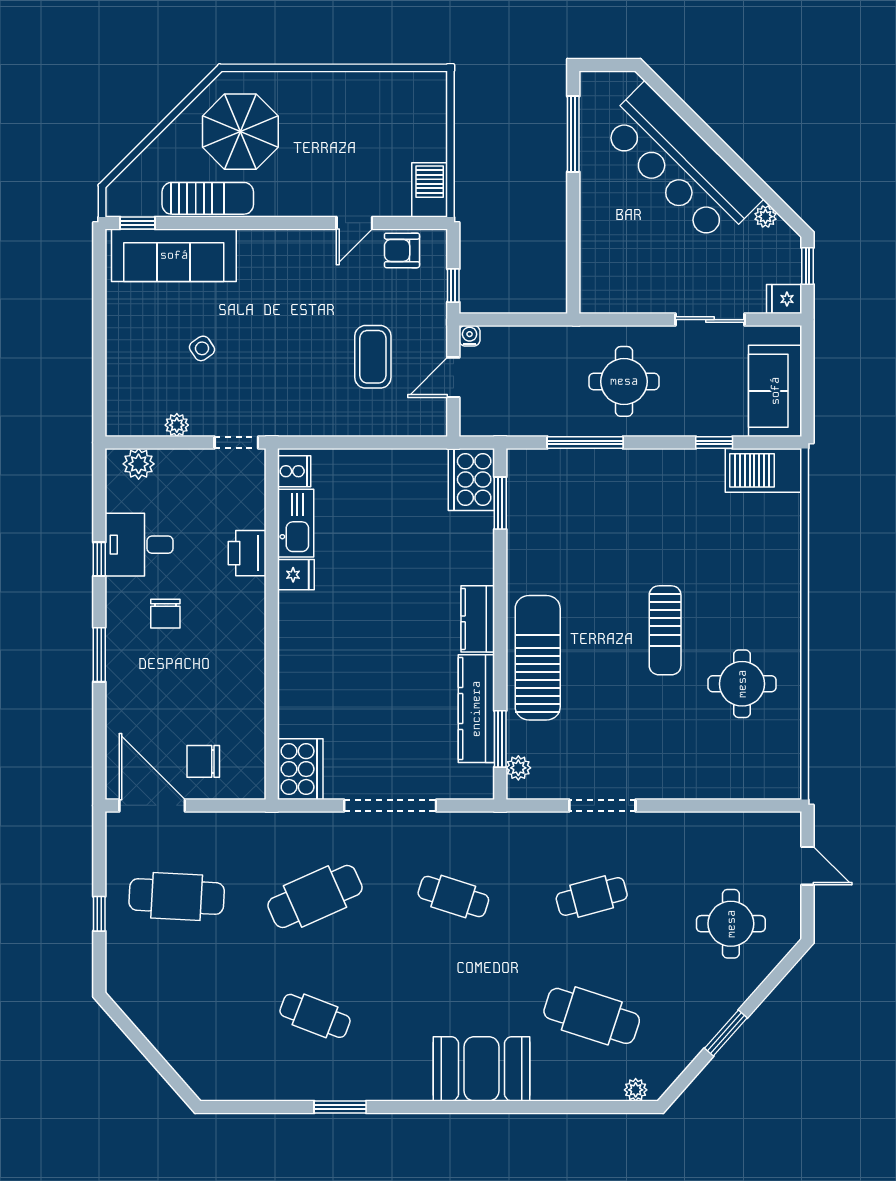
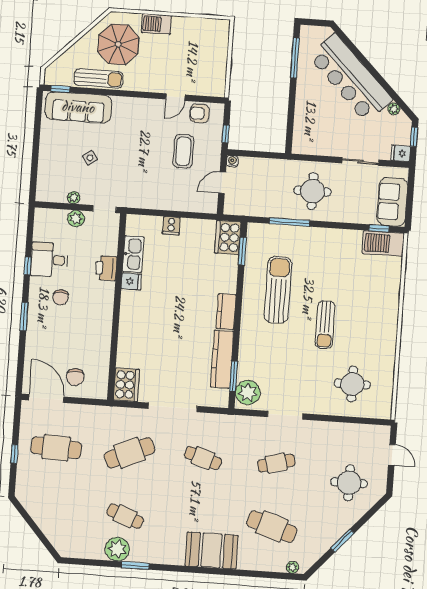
barbecue: (430, 190) -> (156, 24), moved, turned -90
coffee table: (373, 357) -> (183, 151), moved
window: (714, 442) -> (379, 228), moved
plant: (139, 464) -> (76, 218), moved
cooker: (294, 471) -> (171, 226), moved, turned 90
sun lounger: (538, 658) -> (278, 290), moved
round table: (742, 684) -> (352, 384), moved
chair: (203, 761) -> (75, 377), turned -90
plant: (518, 768) -> (248, 393), width x1.88, depth x1.88
plant: (305, 1079) -> (117, 549), added

